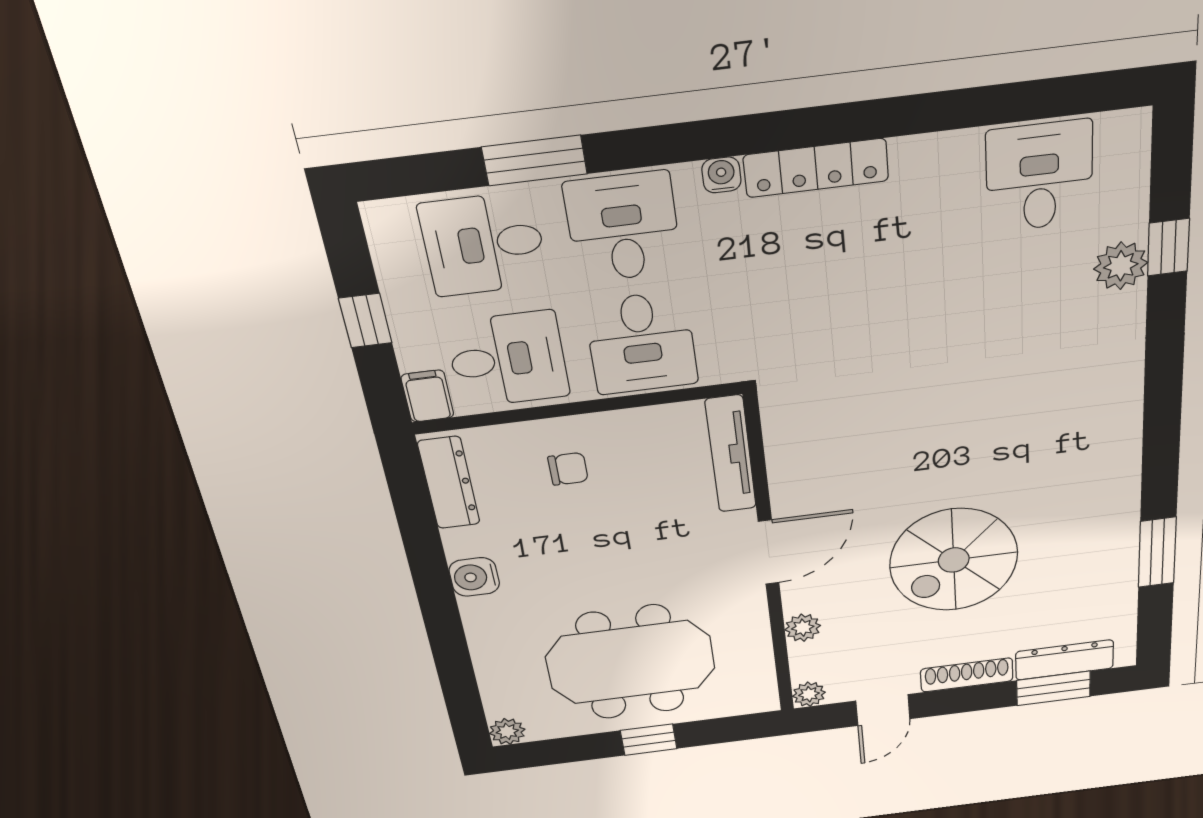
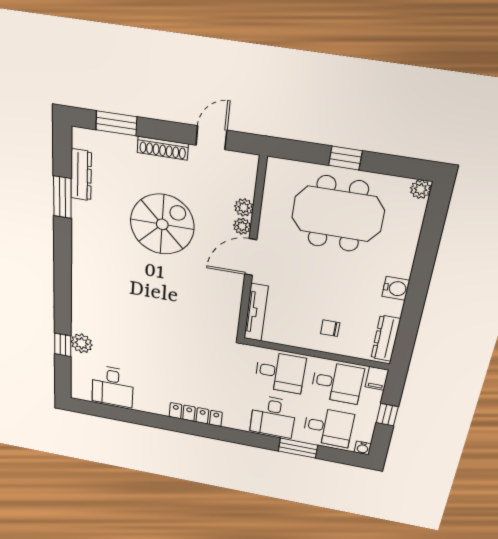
water cooler: (721, 175) -> (363, 448), moved
desk: (641, 343) -> (280, 372), turned 90
desk: (508, 359) -> (337, 383), turned 180
dresser: (1065, 660) -> (81, 175), moved, turned -90
plant: (809, 694) -> (242, 226), moved

